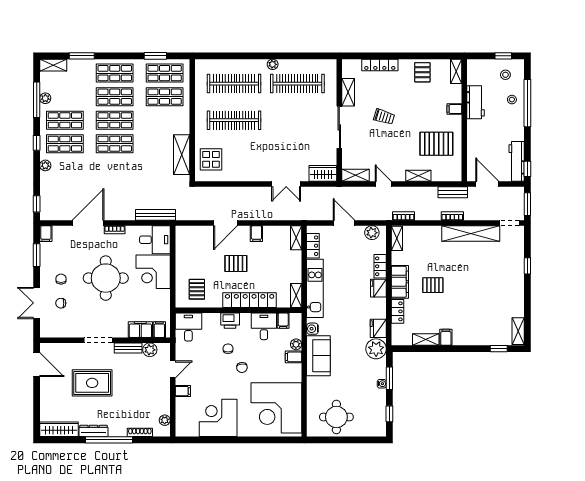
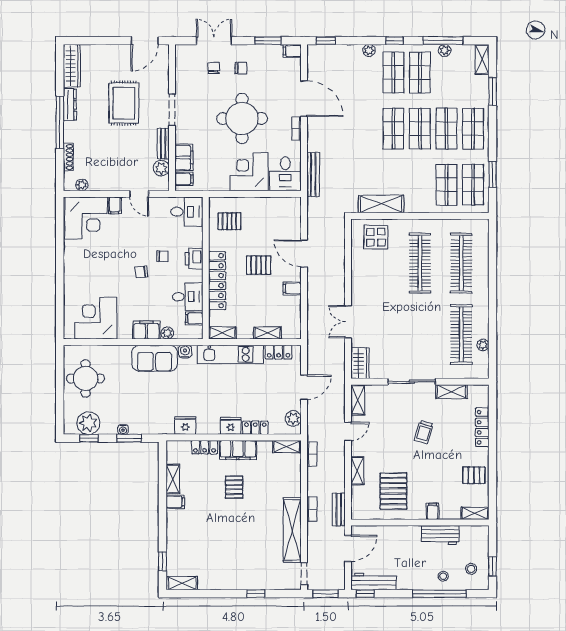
plant: (273, 64) -> (483, 345), moved
shelving: (296, 238) -> (267, 333), moved
pallet: (236, 263) -> (259, 265), turned 90
plant: (376, 349) -> (88, 423), moved
filing cabinet: (293, 357) -> (146, 330), width x2.00
corner desk: (276, 408) -> (96, 318), width x0.74, depth x0.74
corner desk: (218, 418) -> (86, 218), moved, turned 90

